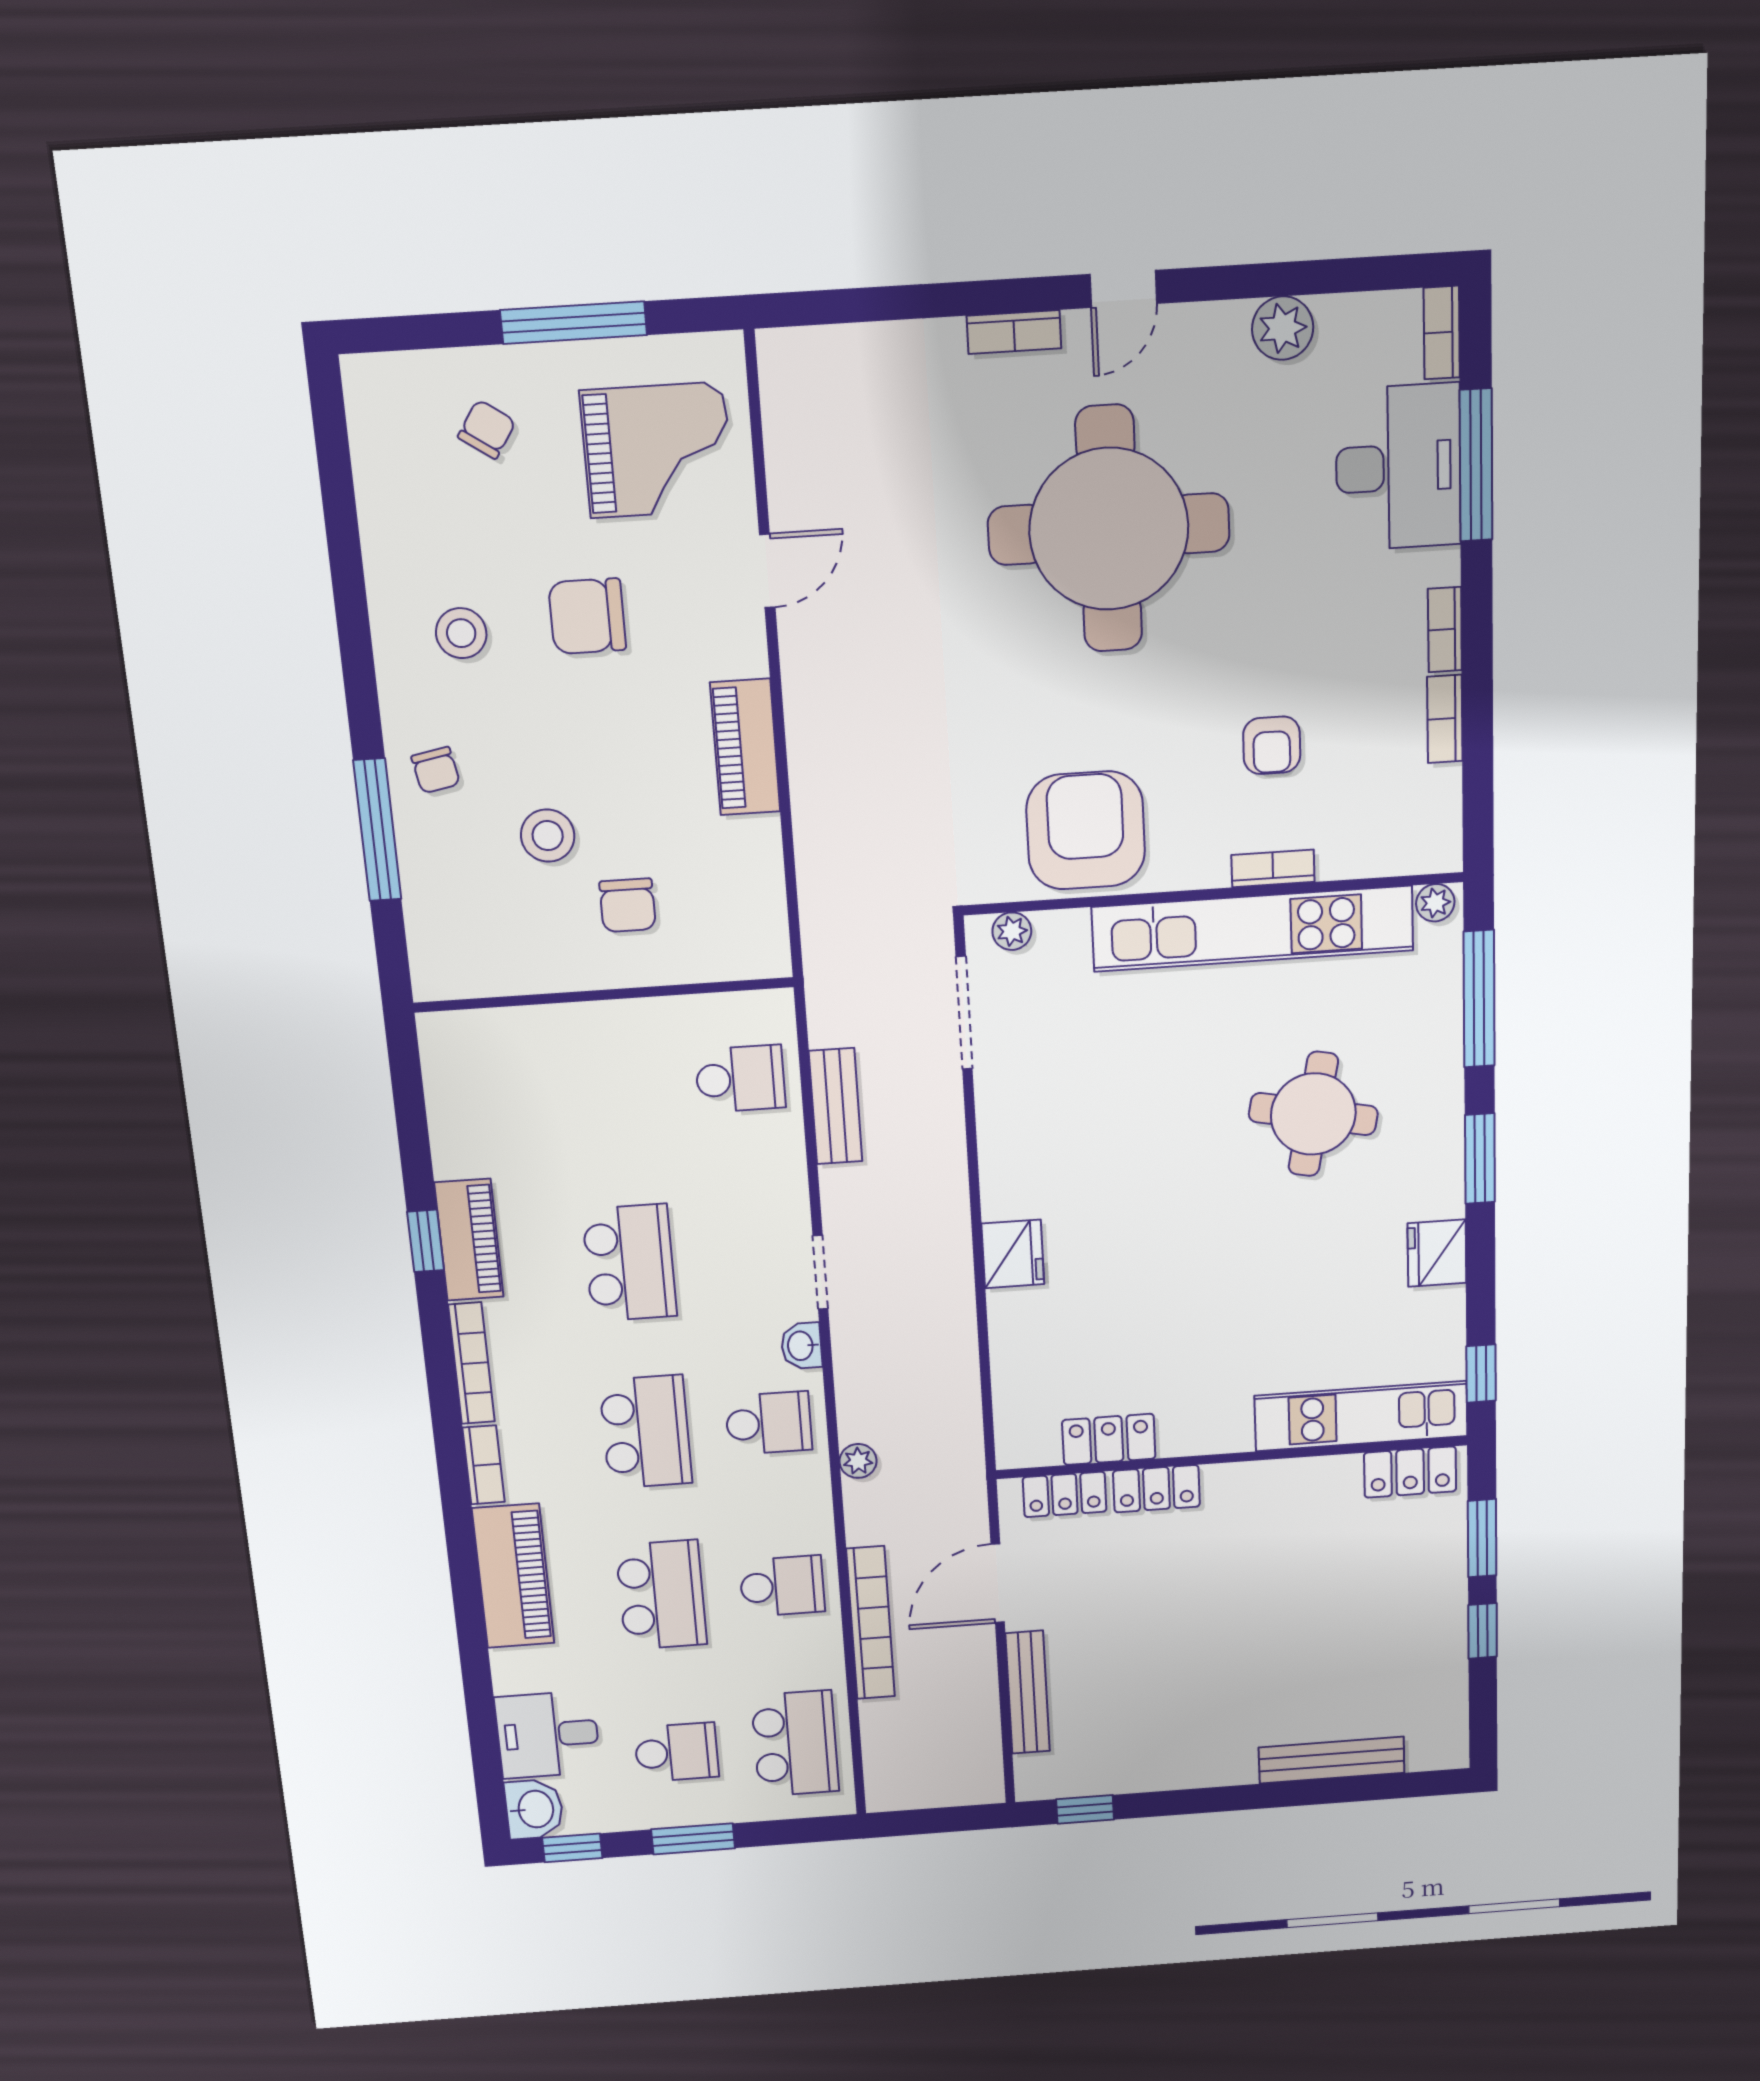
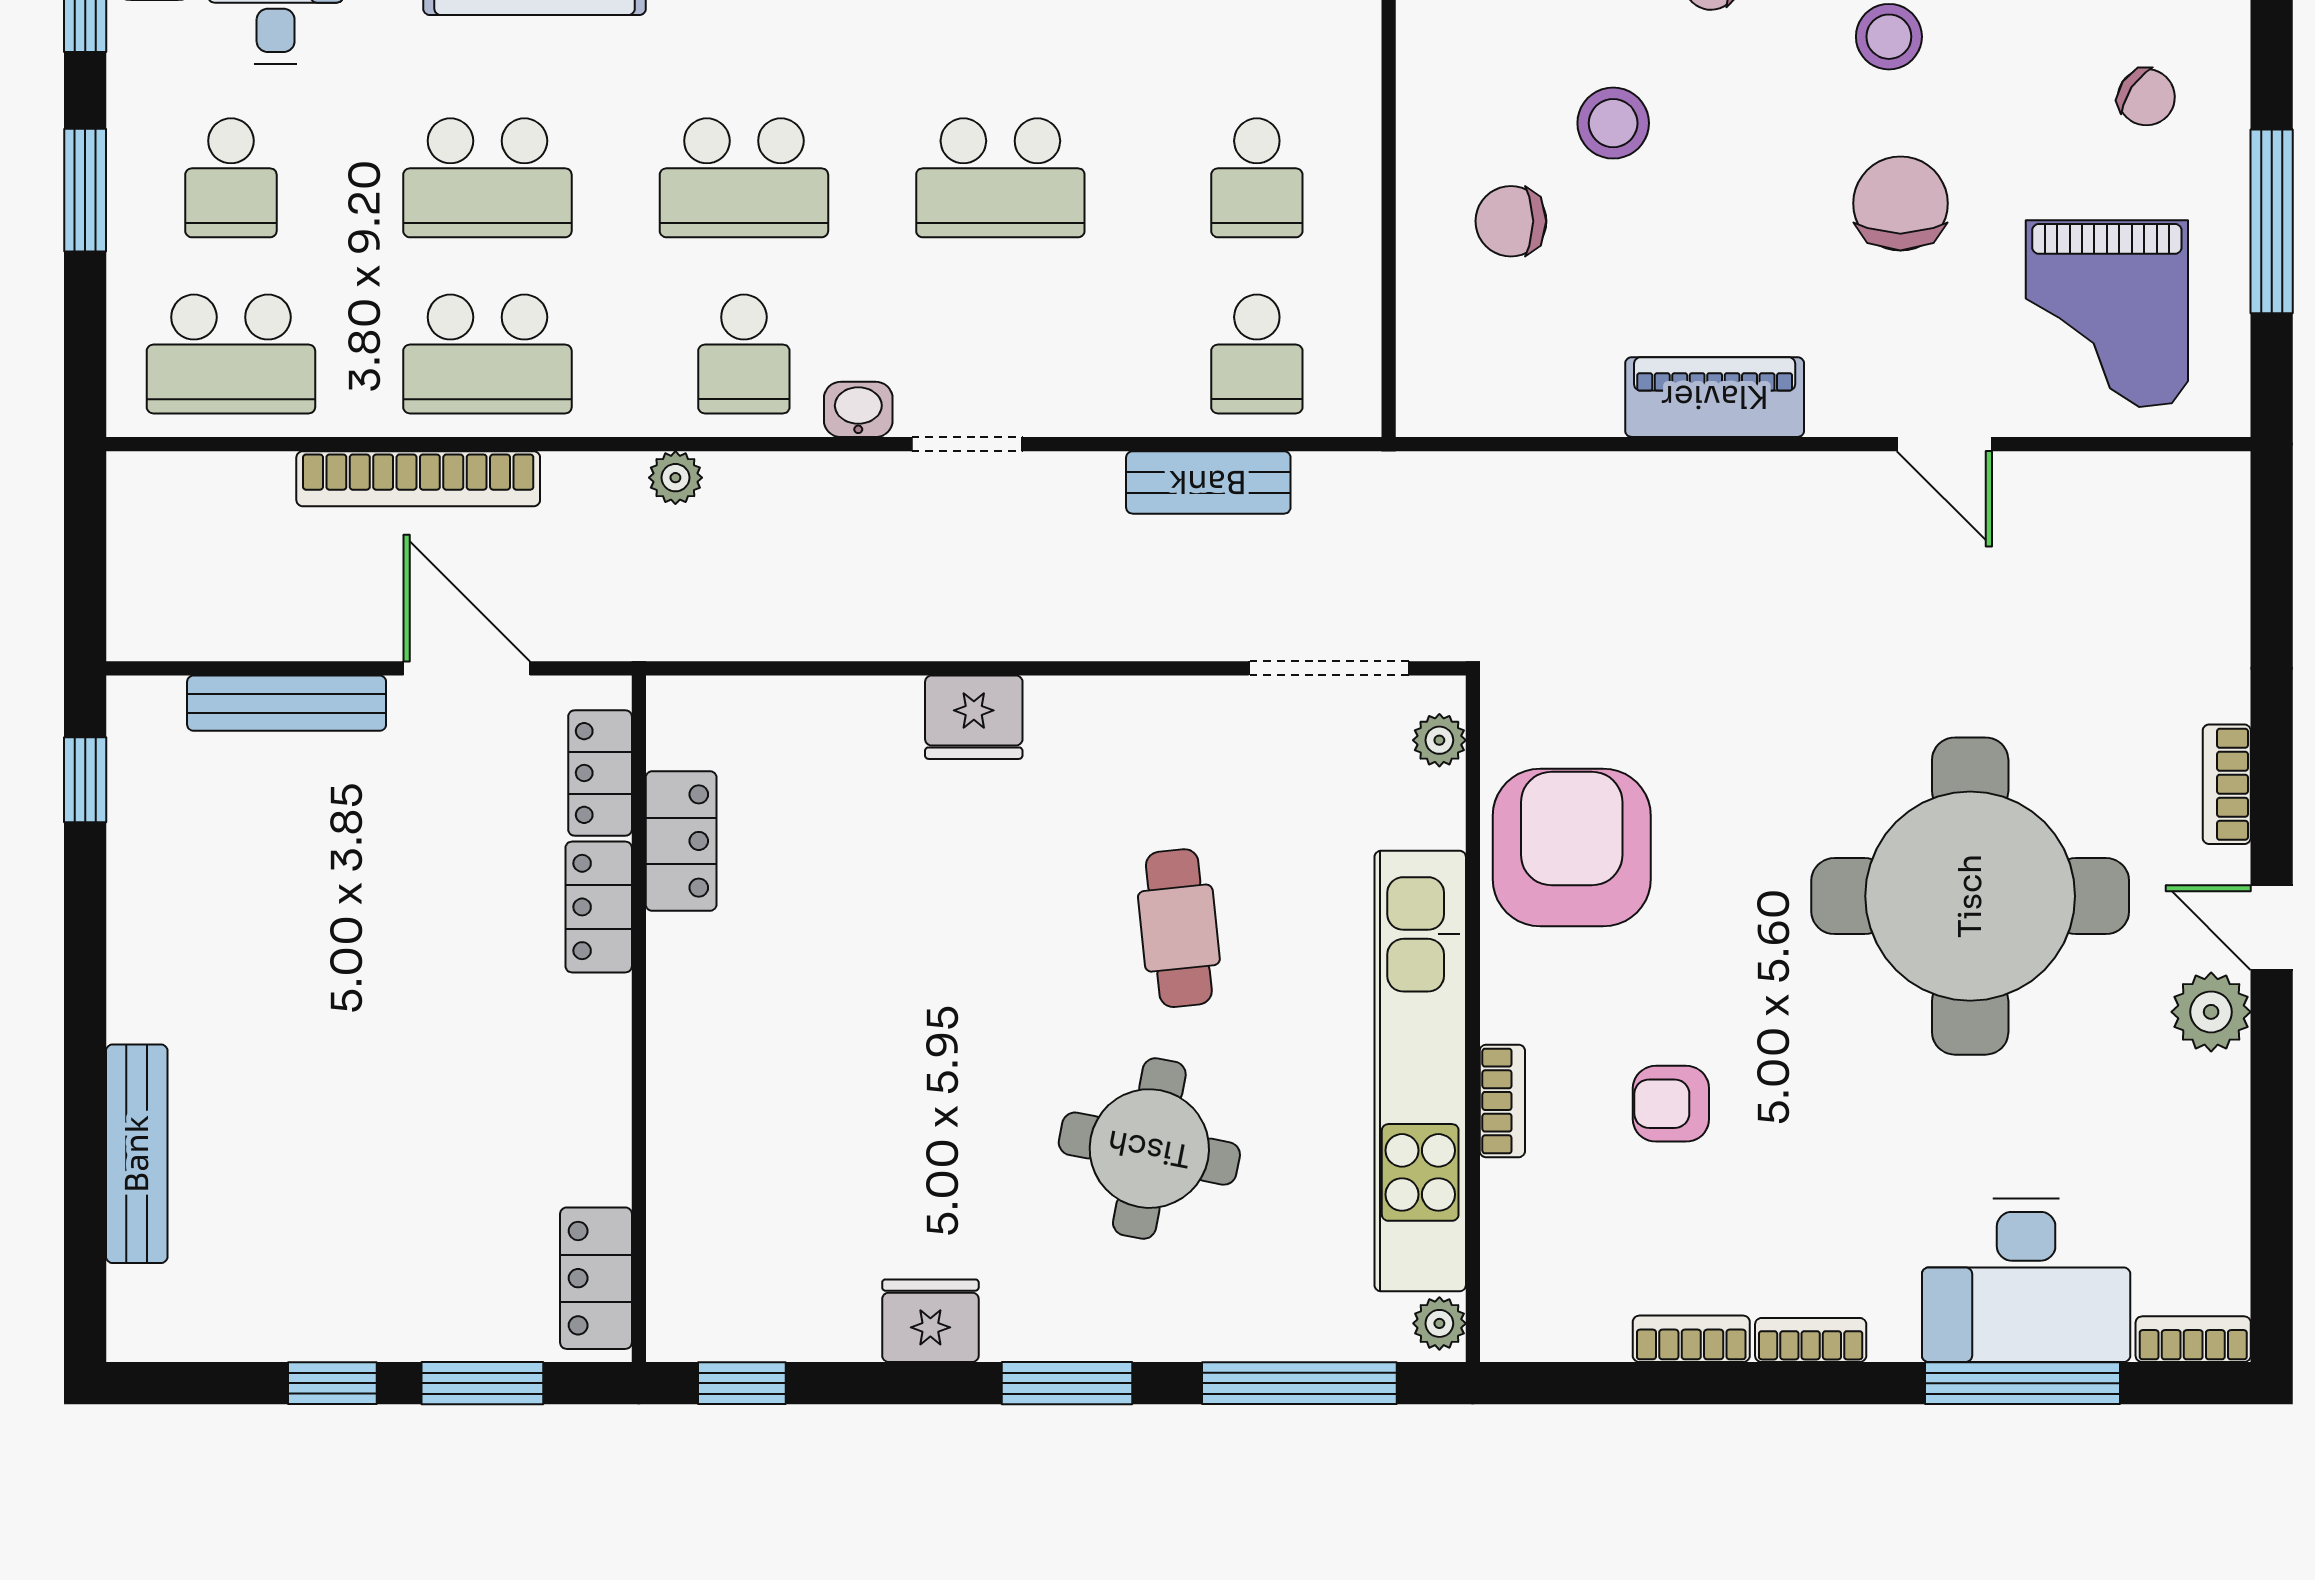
plant: (1283, 328) -> (2211, 1012), moved
armchair: (1086, 830) -> (1572, 847), turned -90
school desk: (613, 1088) -> (1257, 178), added
cafe table: (1156, 1105) -> (1179, 928), added
kitchen unit: (1361, 1416) -> (689, 1208), removed
school desk: (782, 1586) -> (487, 354), width x1.85

